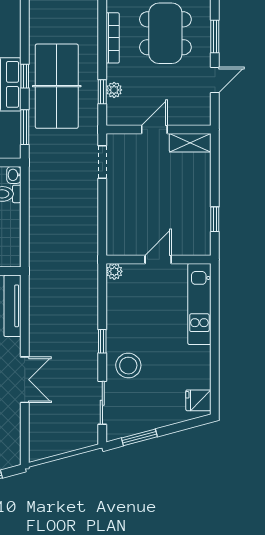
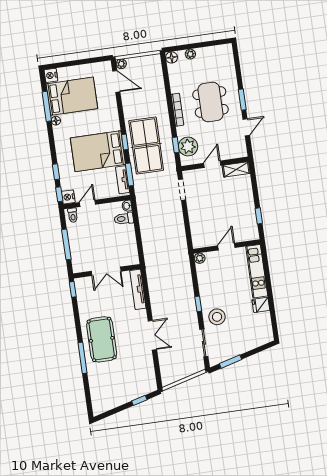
plant: (114, 90) -> (188, 146), width x1.88, depth x1.88
tv unit: (13, 134) -> (122, 180), added
fridge: (198, 400) -> (261, 305), moved

